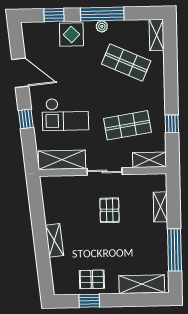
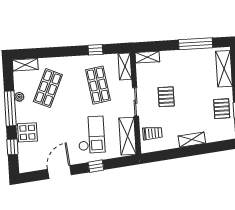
plant: (102, 26) -> (19, 97), moved
trolley: (64, 191) -> (152, 133), added
shelving: (160, 207) -> (147, 57), moved
pallet: (109, 210) -> (166, 97), turned 90

